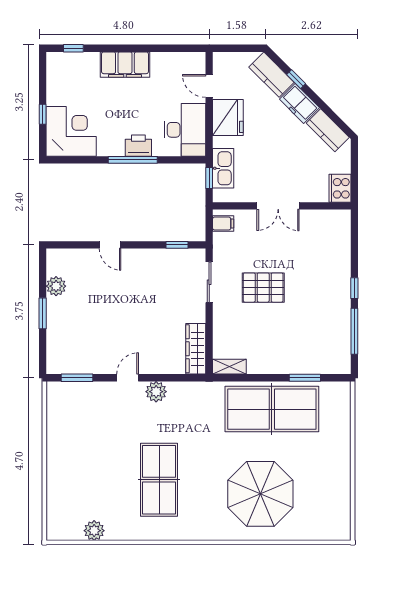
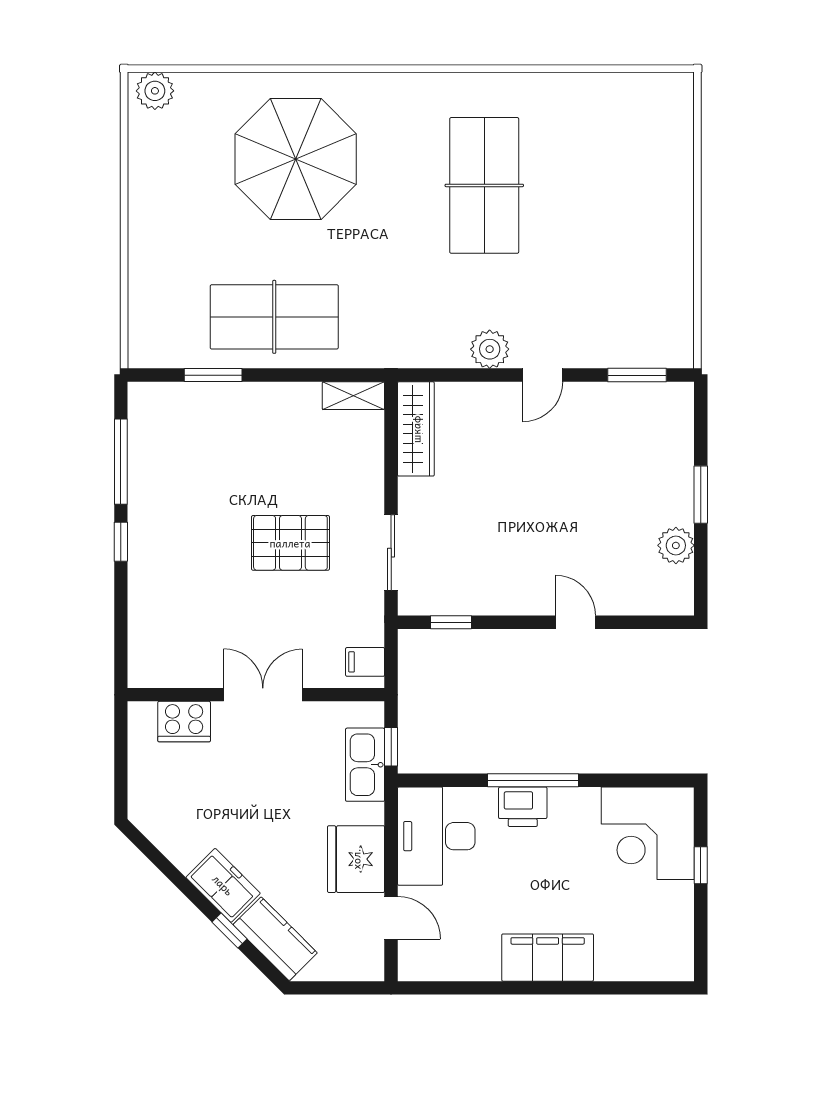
window: (73, 48) -> (644, 988), removed
kitchen counter: (328, 130) -> (170, 835), removed
cooker: (340, 188) -> (184, 722), moved, turned 90
table tennis table: (272, 409) -> (274, 317), width x0.73, depth x0.76
plant: (94, 531) -> (155, 91), moved

